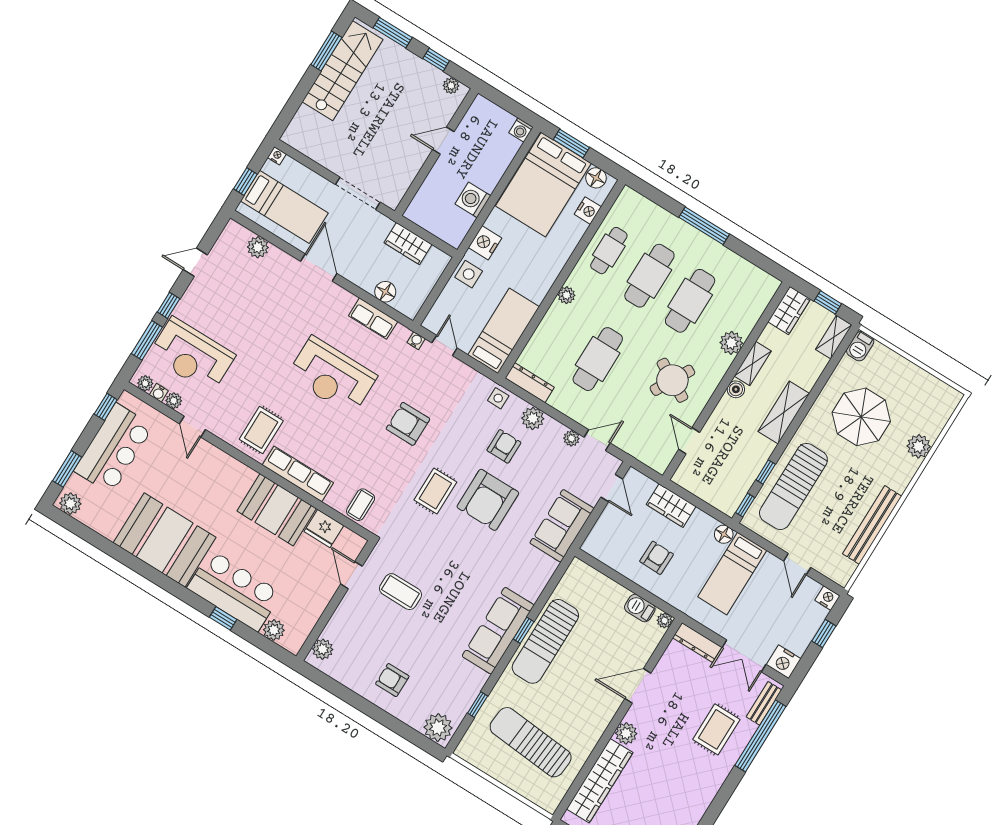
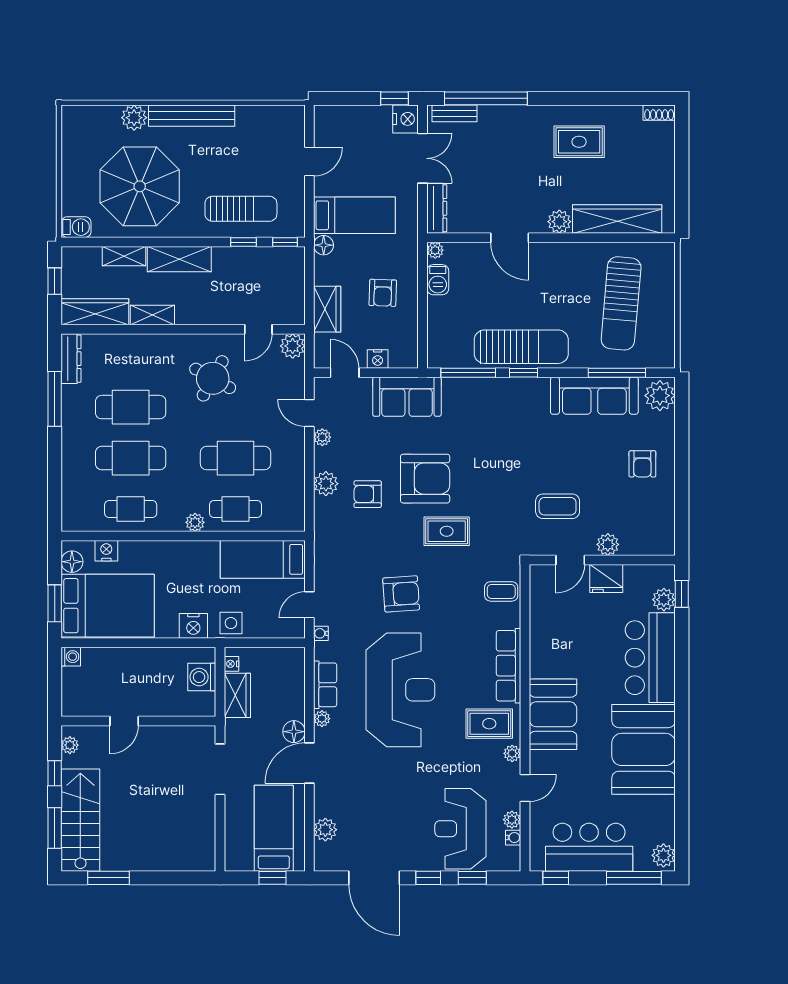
stairs: (343, 71) -> (80, 820), moved, turned 90
door: (443, 141) -> (124, 721), hinge flipped
nightstand: (277, 156) -> (232, 664), moved
washing machine: (473, 200) -> (202, 677), moved, turned 90
window: (704, 226) -> (55, 399), moved
door: (195, 262) -> (374, 878), width x1.88
floor lamp: (385, 292) -> (294, 732), moved
plant: (348, 299) -> (322, 719), added
wardrobe: (789, 310) -> (95, 312), width x1.50
cafe table: (557, 334) -> (235, 509), added
shelving: (834, 337) -> (124, 256), moved
window: (147, 340) -> (472, 878), width x0.67
plant: (731, 343) -> (293, 346), moved
reception desk: (192, 355) -> (460, 829), turned 180
reception desk: (332, 376) -> (400, 690), width x1.36, depth x1.30
plant: (145, 383) -> (512, 753), moved
dresser: (530, 383) -> (71, 359), moved, turned 180
boiler: (736, 389) -> (185, 316), removed
side table: (498, 398) -> (327, 526), removed
parasol: (861, 417) -> (140, 186), width x1.36, depth x1.36
armchair: (408, 424) -> (401, 594), turned -94
window: (67, 469) -> (634, 878), width x1.44
sun lounger: (793, 486) -> (241, 209), width x0.73, depth x0.75
door: (612, 488) -> (345, 373), hinge flipped
booth: (277, 510) -> (553, 714), moved
bench: (872, 525) -> (192, 116), moved
fridge: (324, 528) -> (606, 578), moved, turned 90
armchair: (657, 558) -> (383, 293), turned -89
window: (551, 586) -> (468, 373), added
coffee table: (400, 592) -> (558, 506), turned 90
nightstand: (827, 598) -> (378, 359), moved, turned -90
window: (223, 618) -> (682, 594), moved
sofa: (498, 631) -> (594, 396), moved
window: (824, 634) -> (395, 98), moved
plant: (323, 649) -> (608, 544), moved
window: (478, 705) -> (617, 373), width x2.17
rug: (716, 729) -> (579, 142), moved

